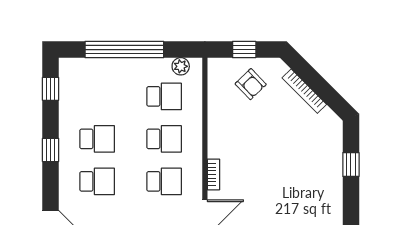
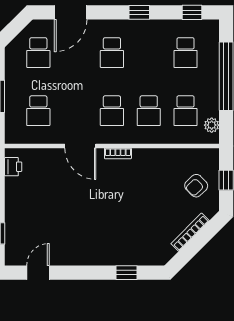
school desk: (97, 139) -> (186, 53), moved

